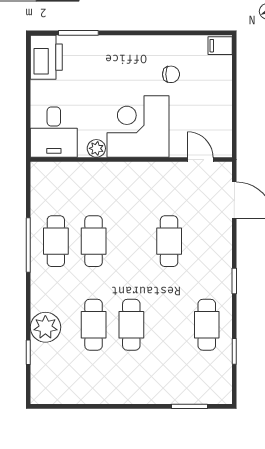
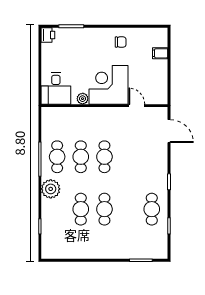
filing cabinet: (220, 46) -> (160, 53), moved
printer: (46, 57) -> (48, 35), width x0.53, depth x0.68
chair: (171, 74) -> (121, 42), moved
door: (200, 160) -> (137, 106), moved
cafe table: (169, 241) -> (104, 157), moved
plant: (45, 327) -> (51, 189), moved

